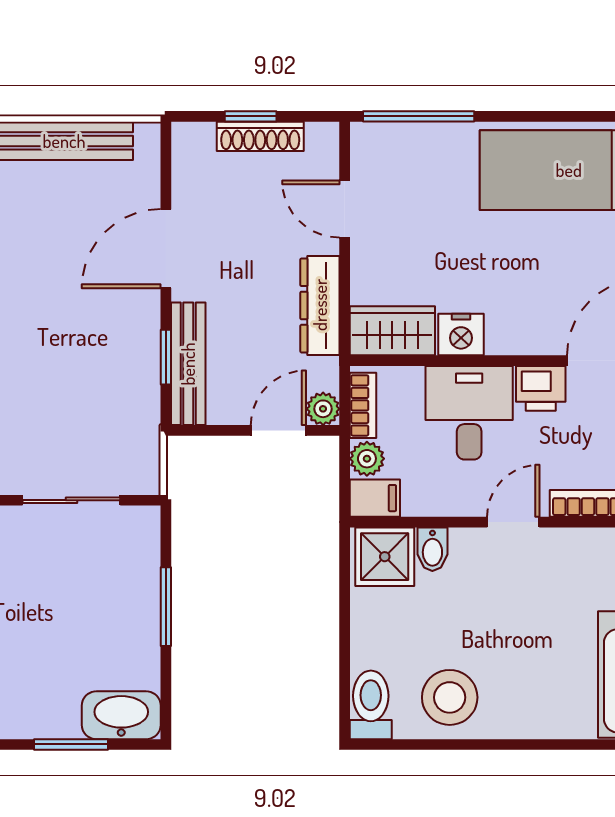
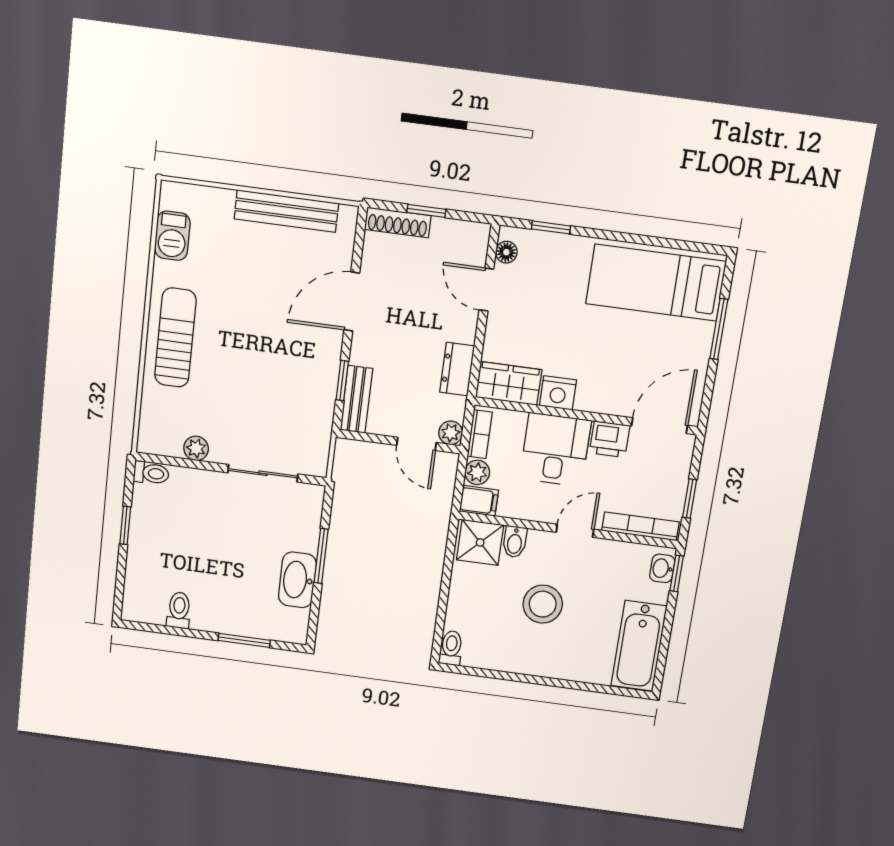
window: (419, 116) -> (551, 227), width x0.46
shoe rack: (260, 136) -> (398, 222), moved
floor lamp: (364, 156) -> (506, 252), added
dresser: (320, 305) -> (457, 369), width x0.70
bench: (188, 364) -> (356, 399), width x0.73
door: (278, 430) -> (417, 444), swing flipped
stool: (450, 697) -> (543, 604), moved
toilet: (371, 705) -> (451, 648), width x0.73, depth x0.72
washbasin: (121, 715) -> (297, 580), moved, turned -90

